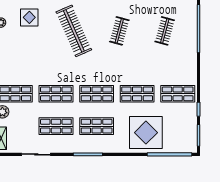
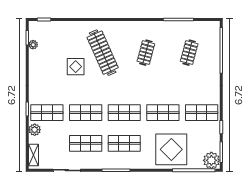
display table: (29, 17) -> (76, 67), moved
plant: (188, 144) -> (211, 160), added

